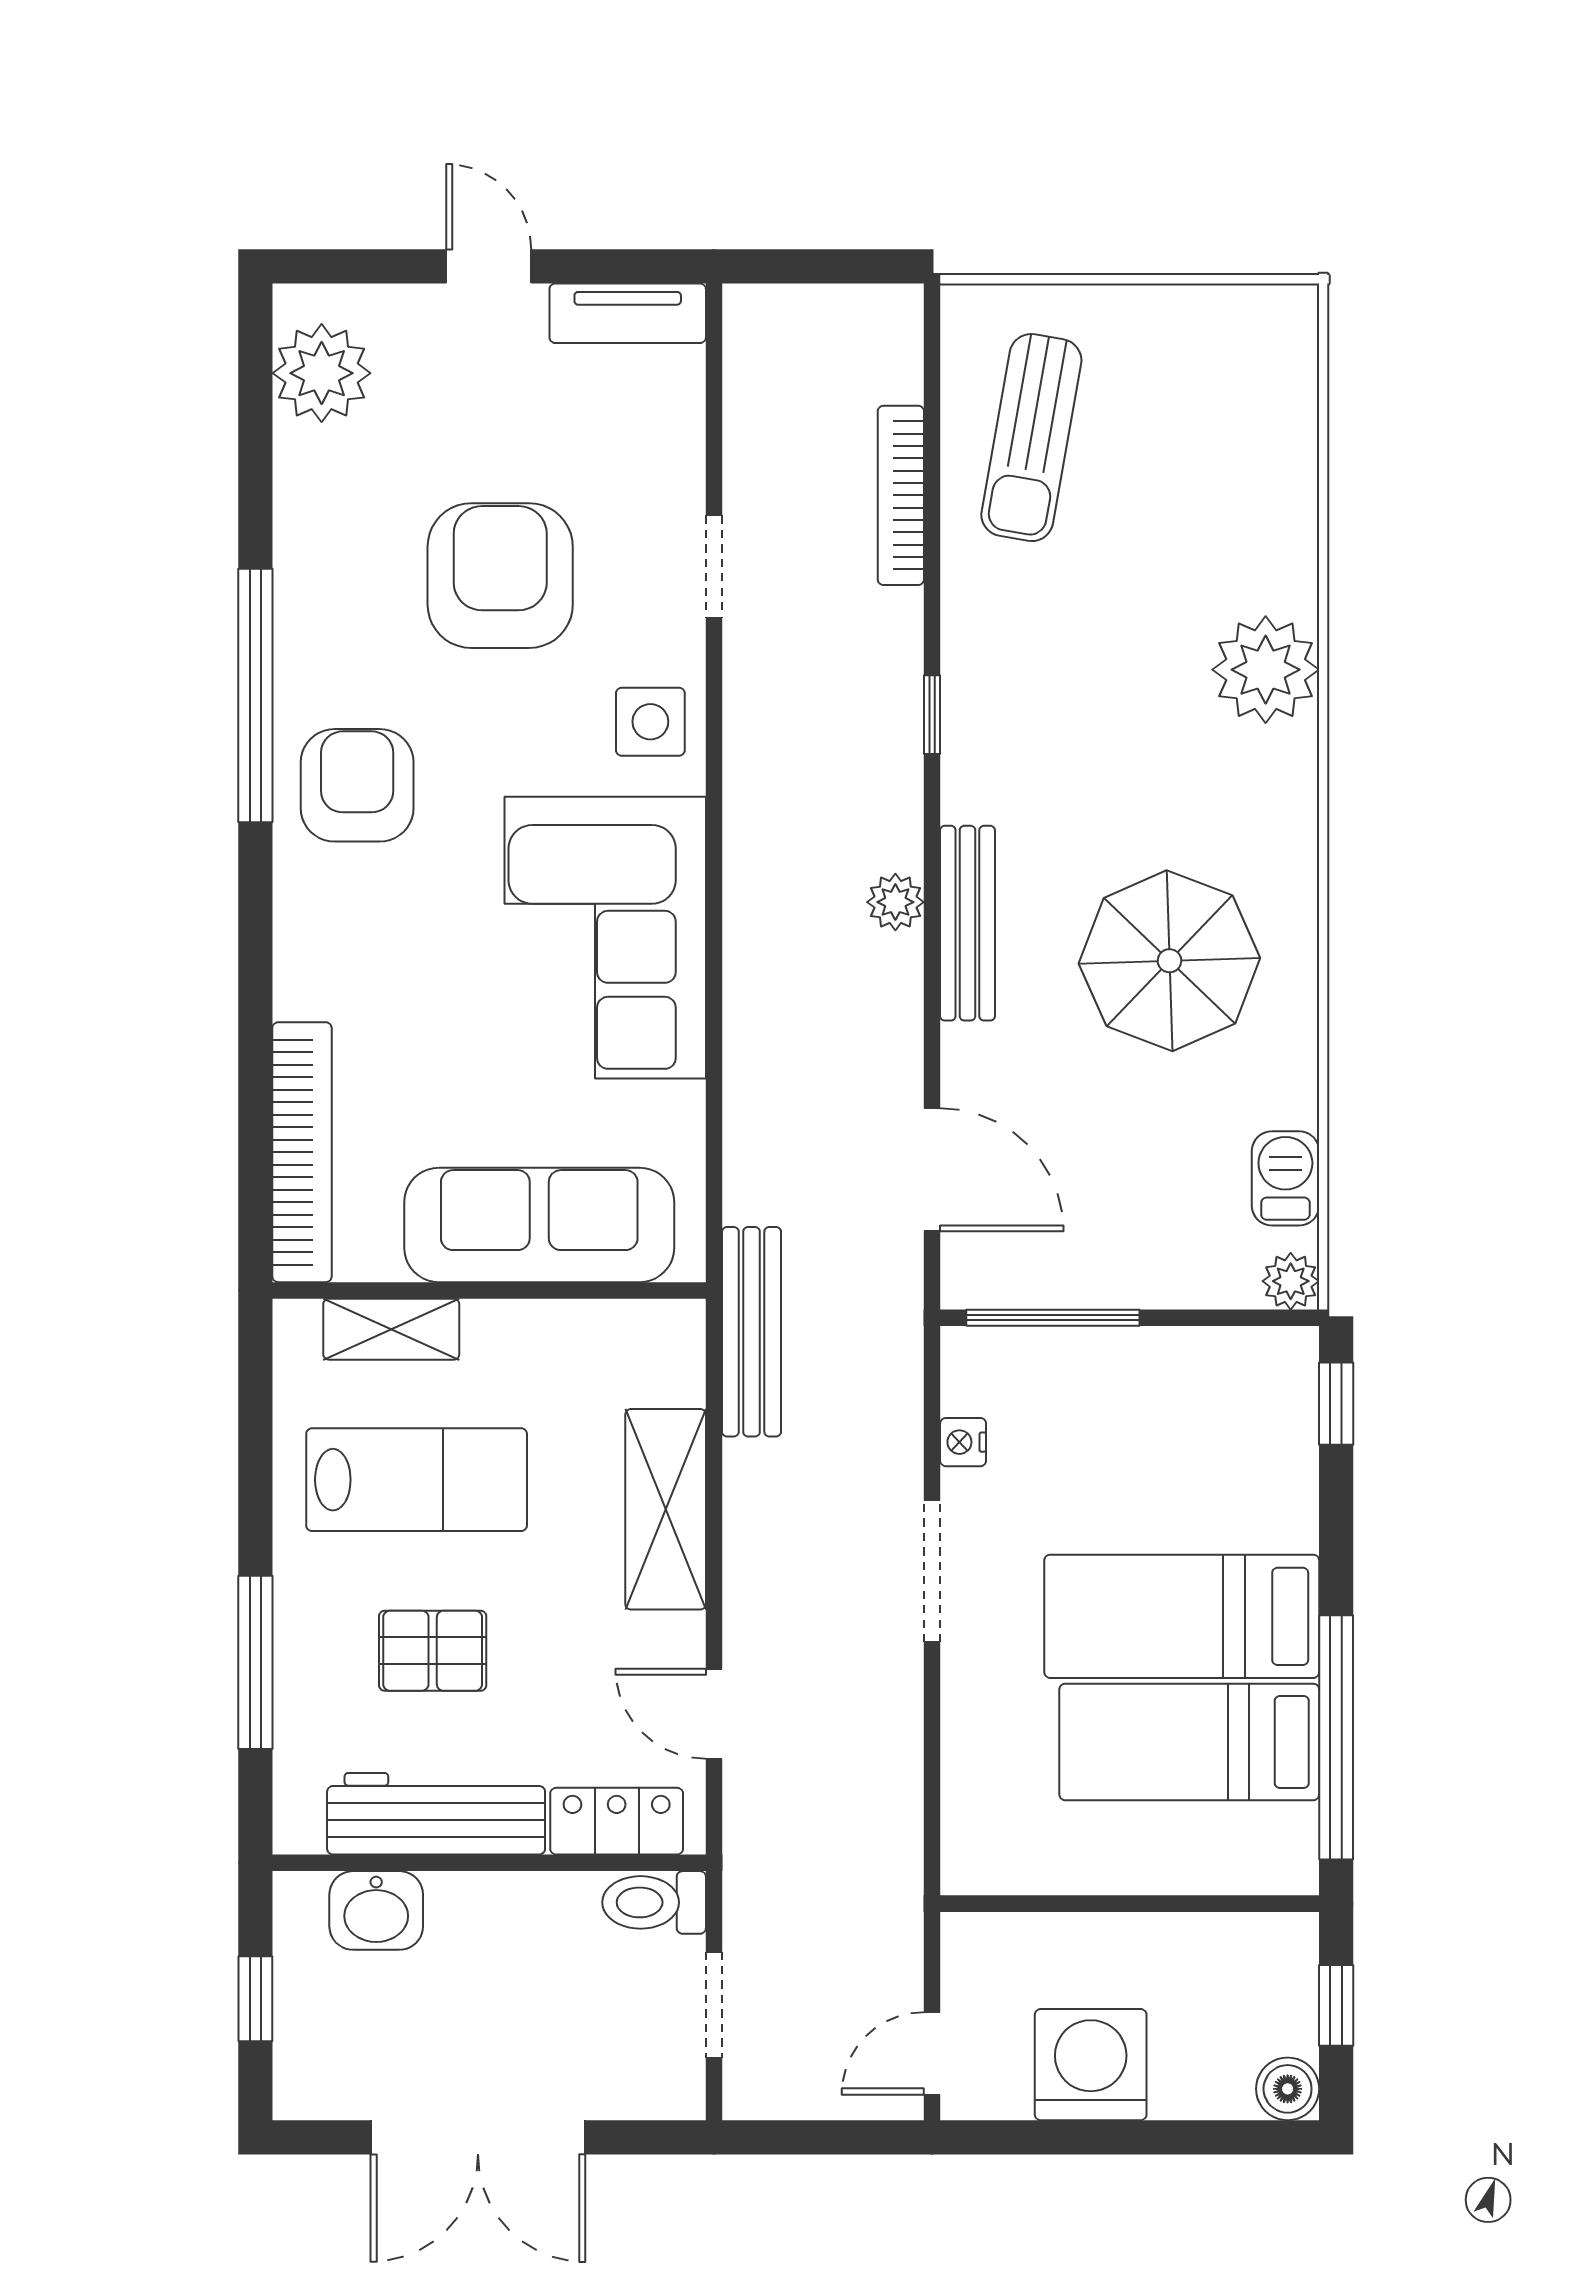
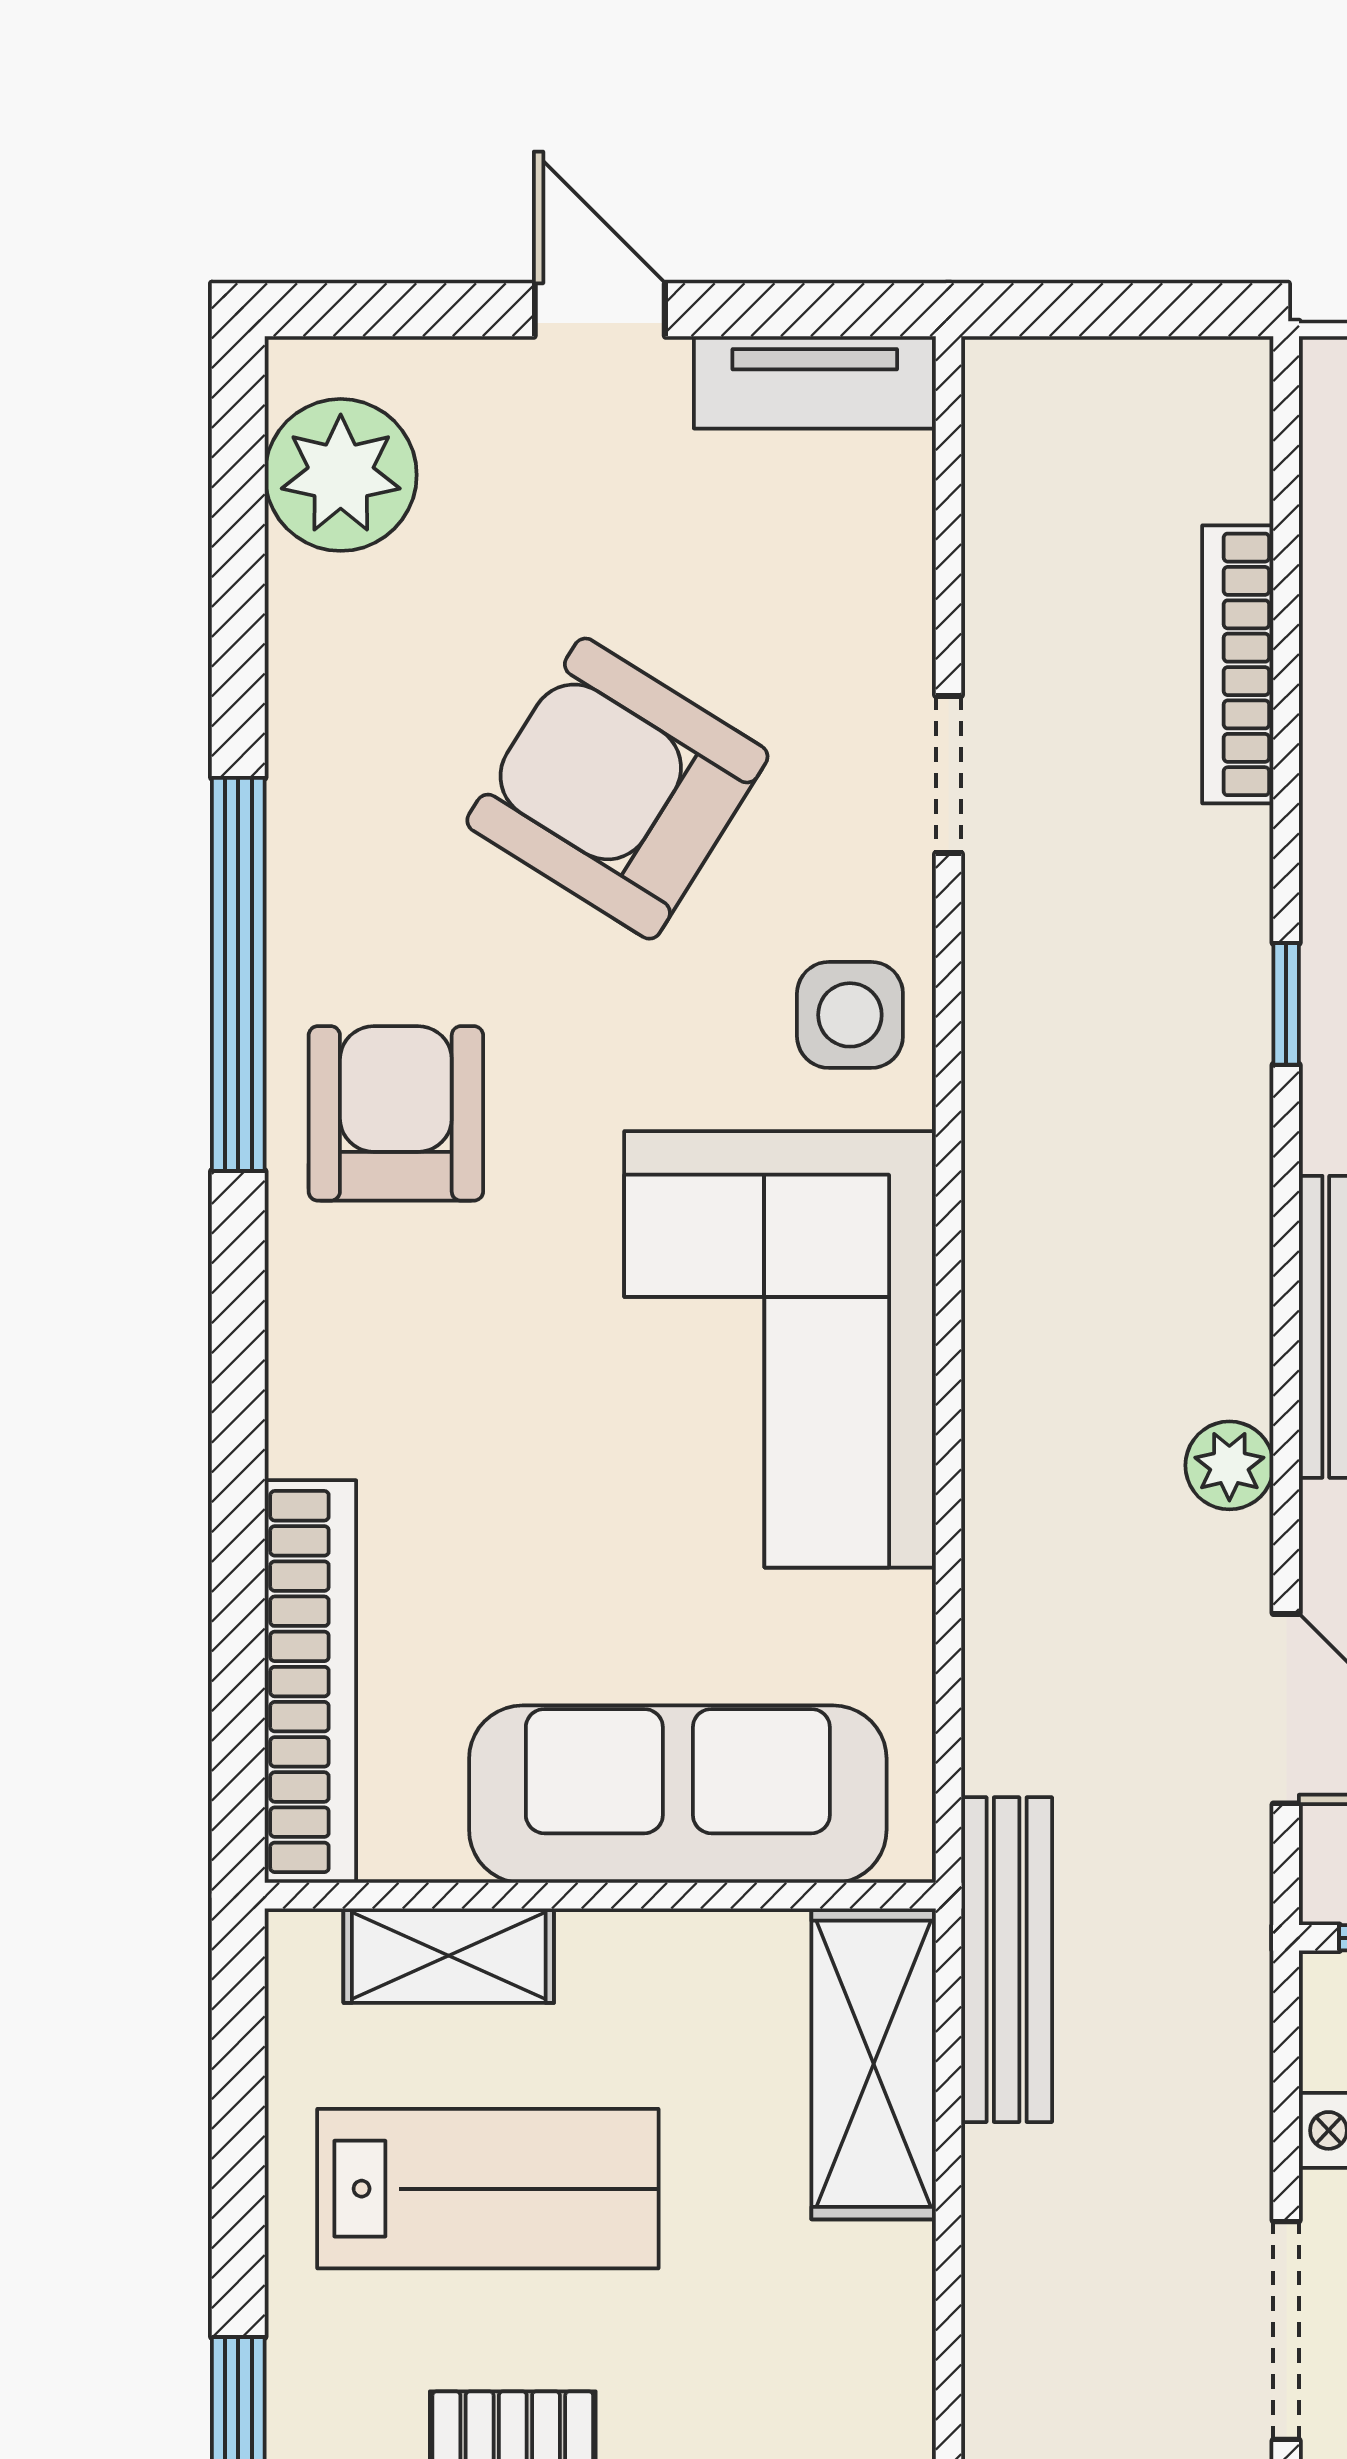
armchair: (500, 576) -> (617, 789), turned -58
plant: (895, 902) -> (1229, 1465), moved
shelving: (666, 1509) -> (874, 2064), moved

